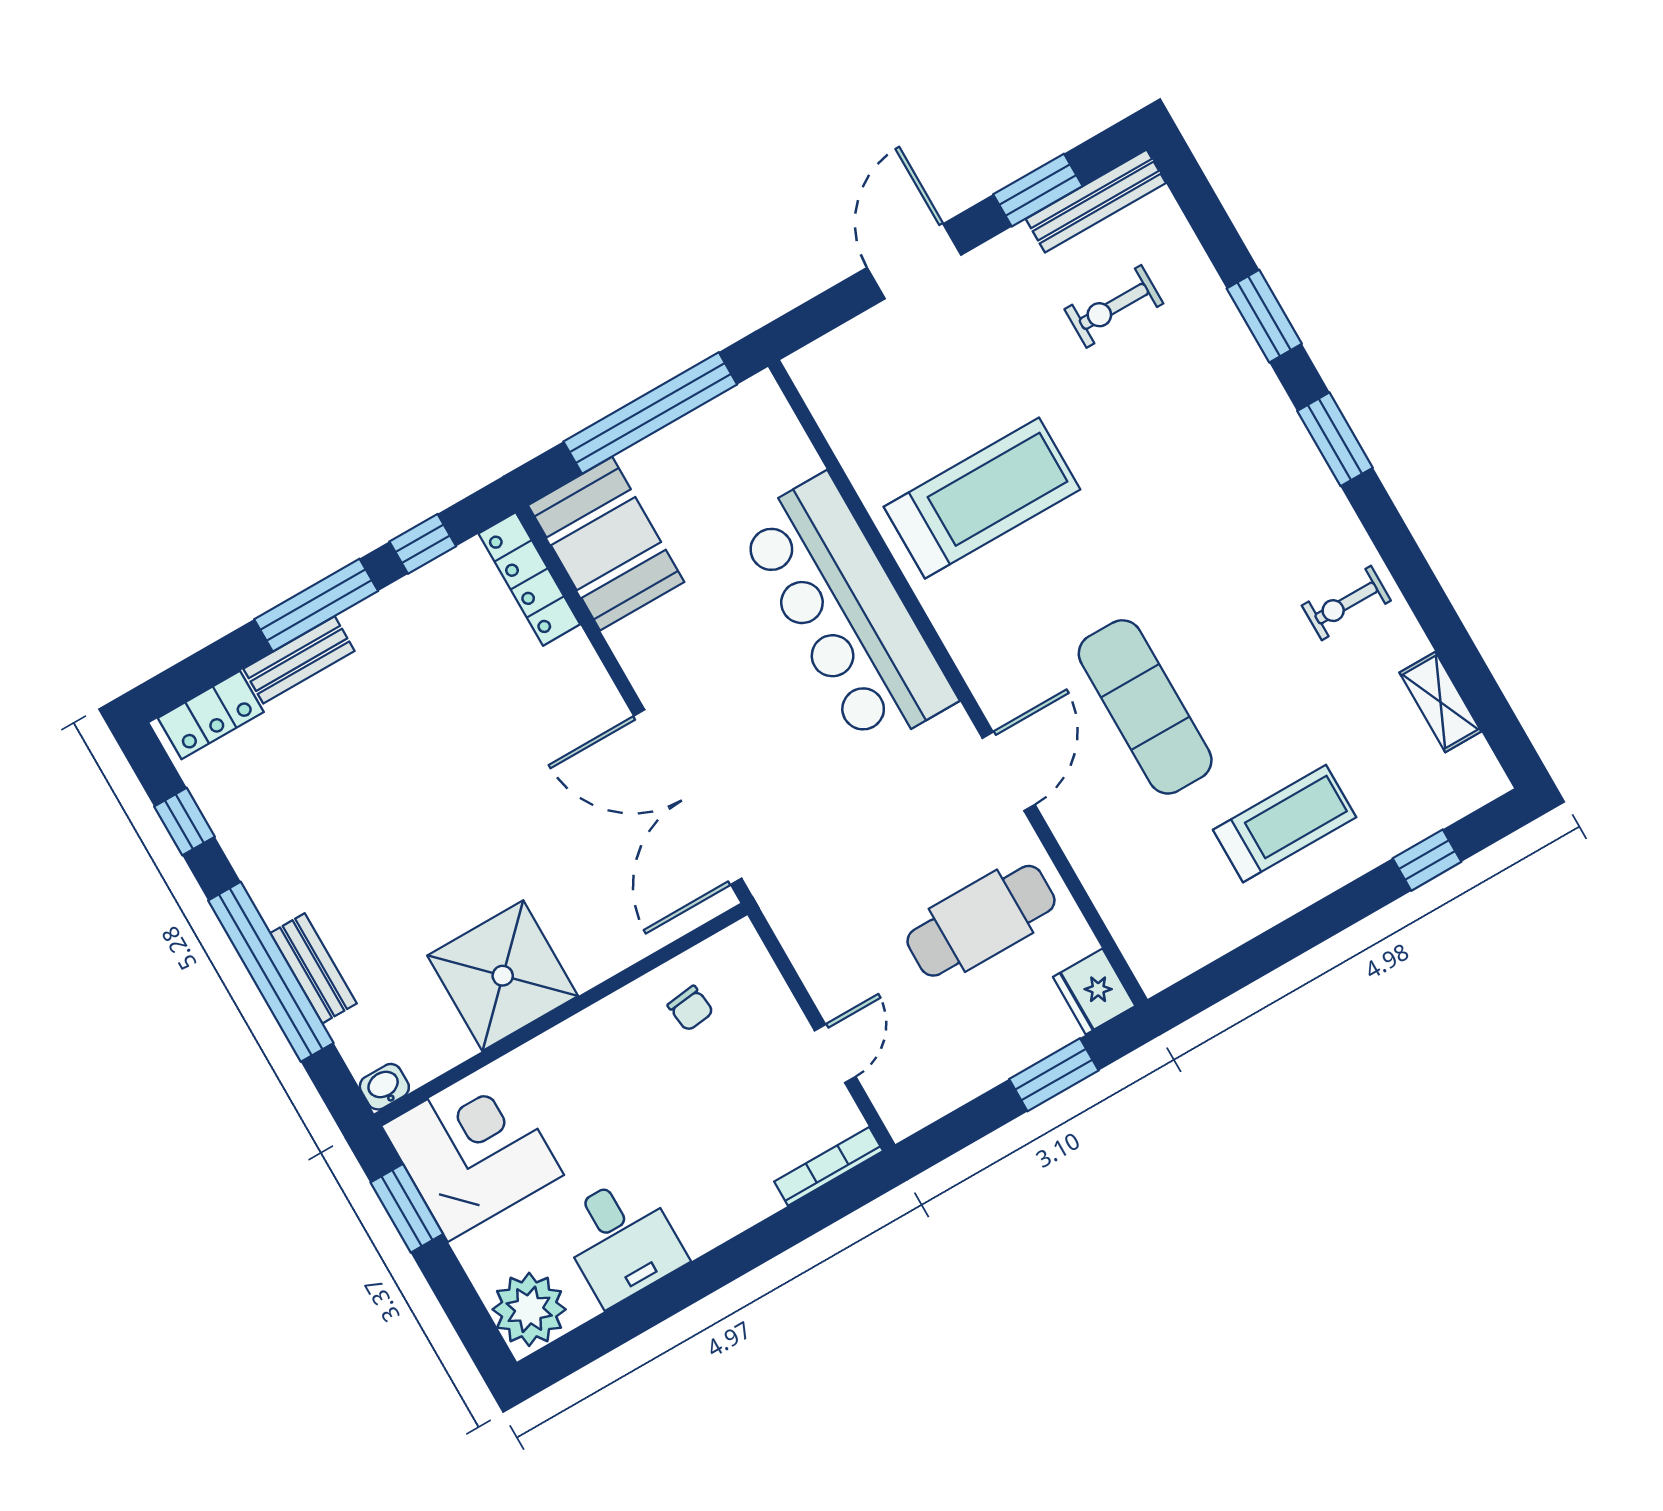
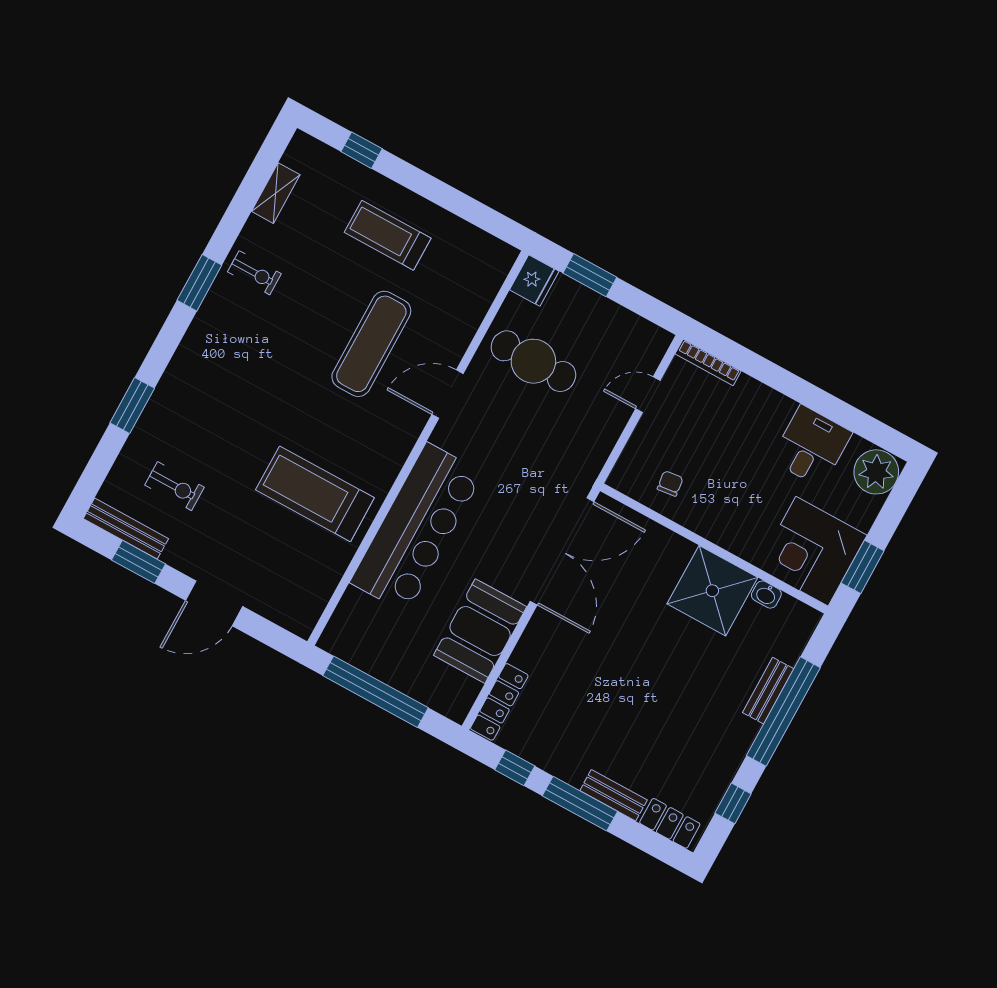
window: (1335, 439) -> (199, 283), moved
booth: (606, 544) -> (480, 631), moved
washbasin: (384, 1087) -> (766, 595), moved

